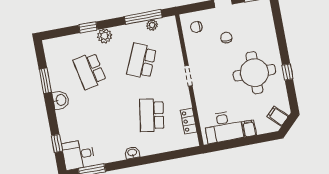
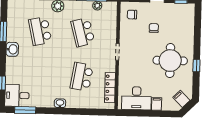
school desk: (142, 61) -> (83, 32), turned -39
locker: (189, 121) -> (110, 88), width x1.53

